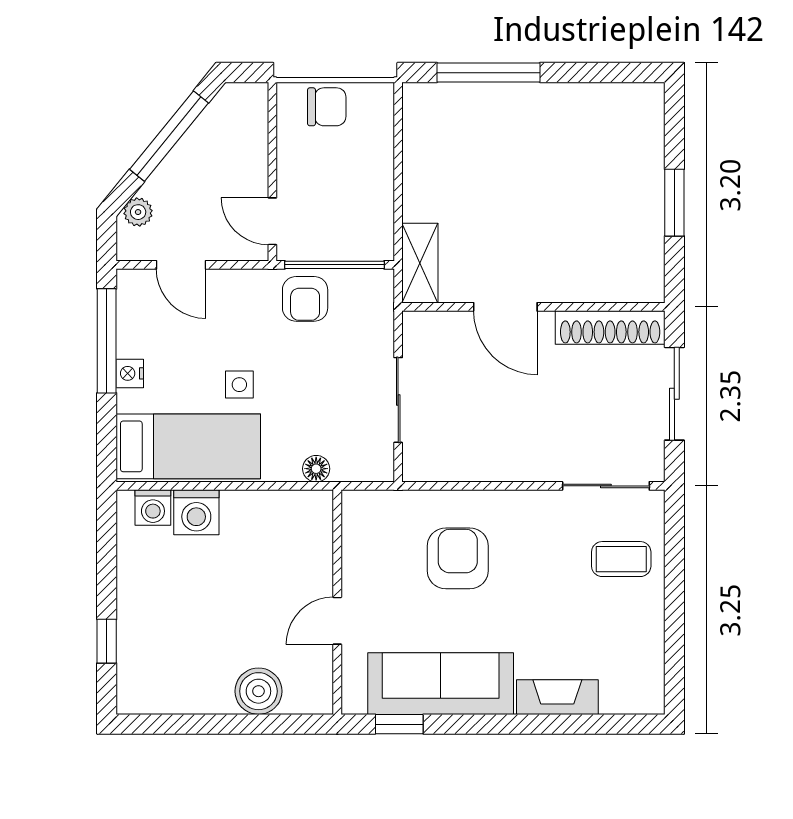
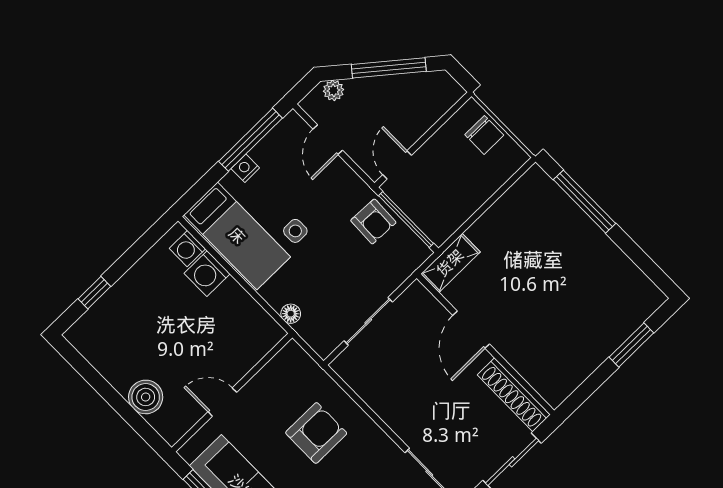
window: (674, 203) -> (631, 345), moved
armchair: (305, 299) -> (373, 221), turned -88

